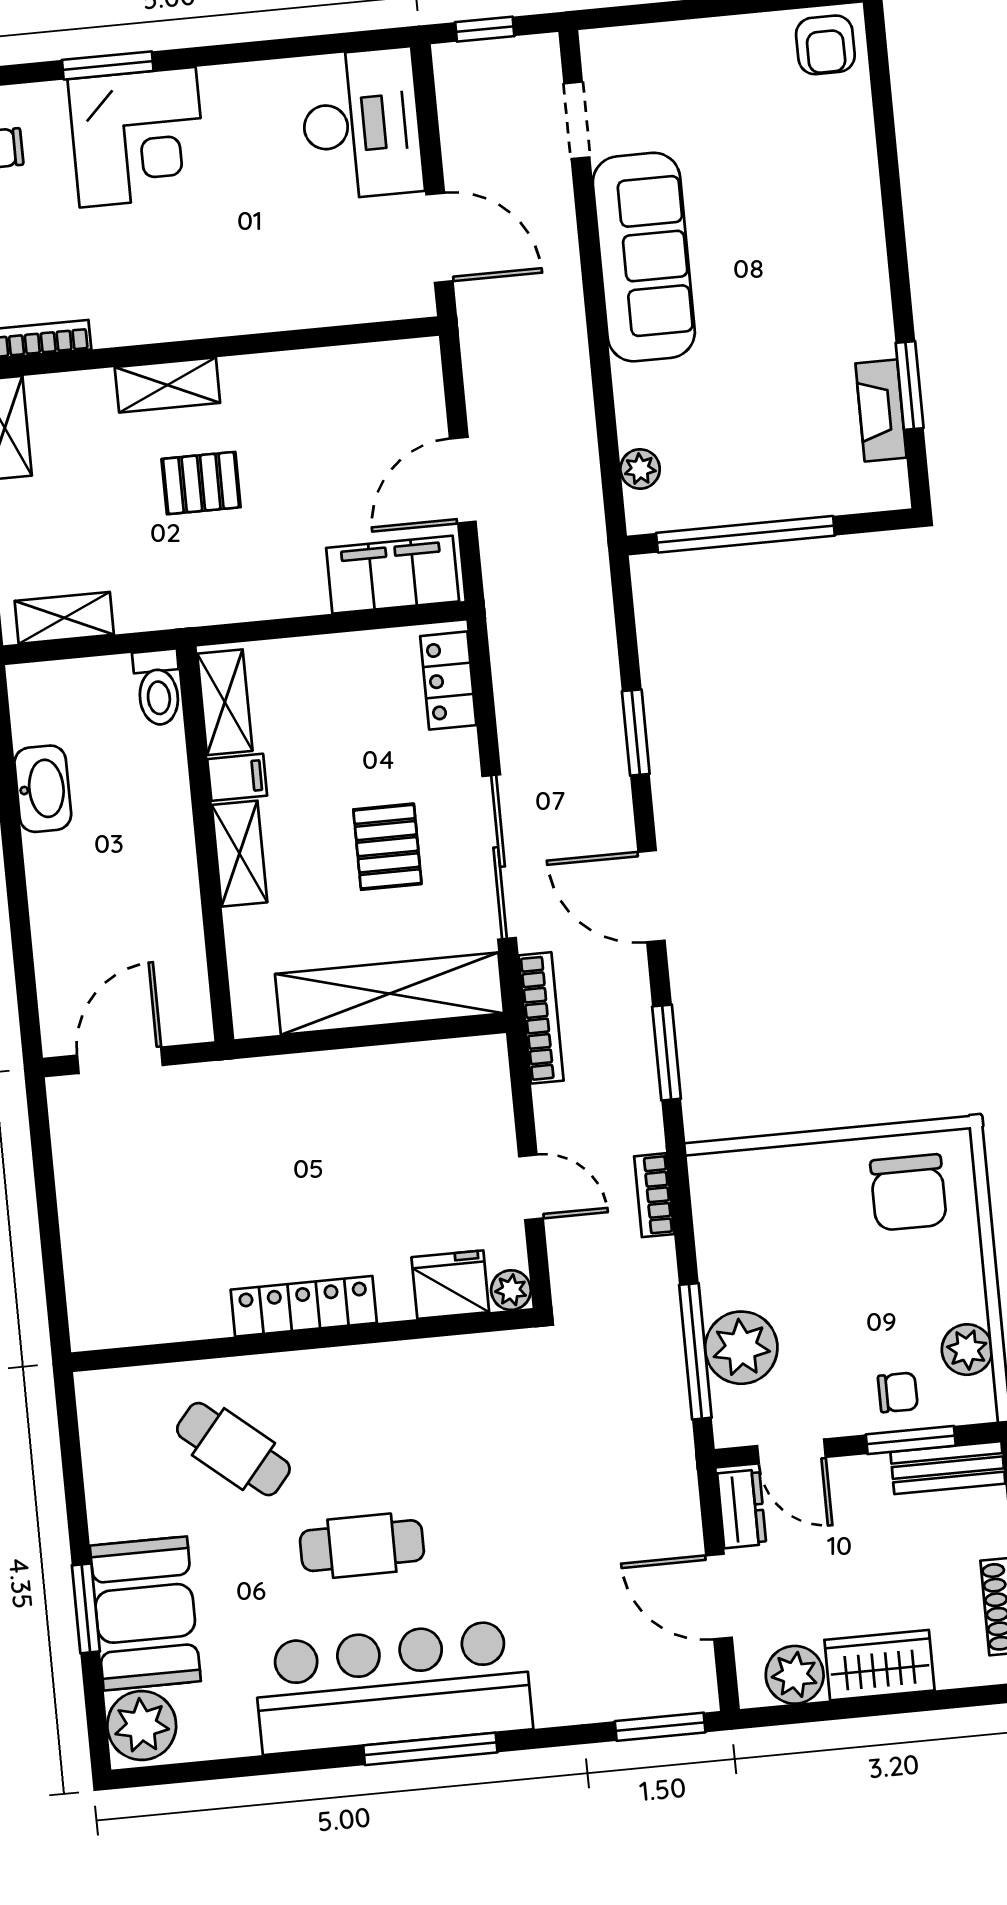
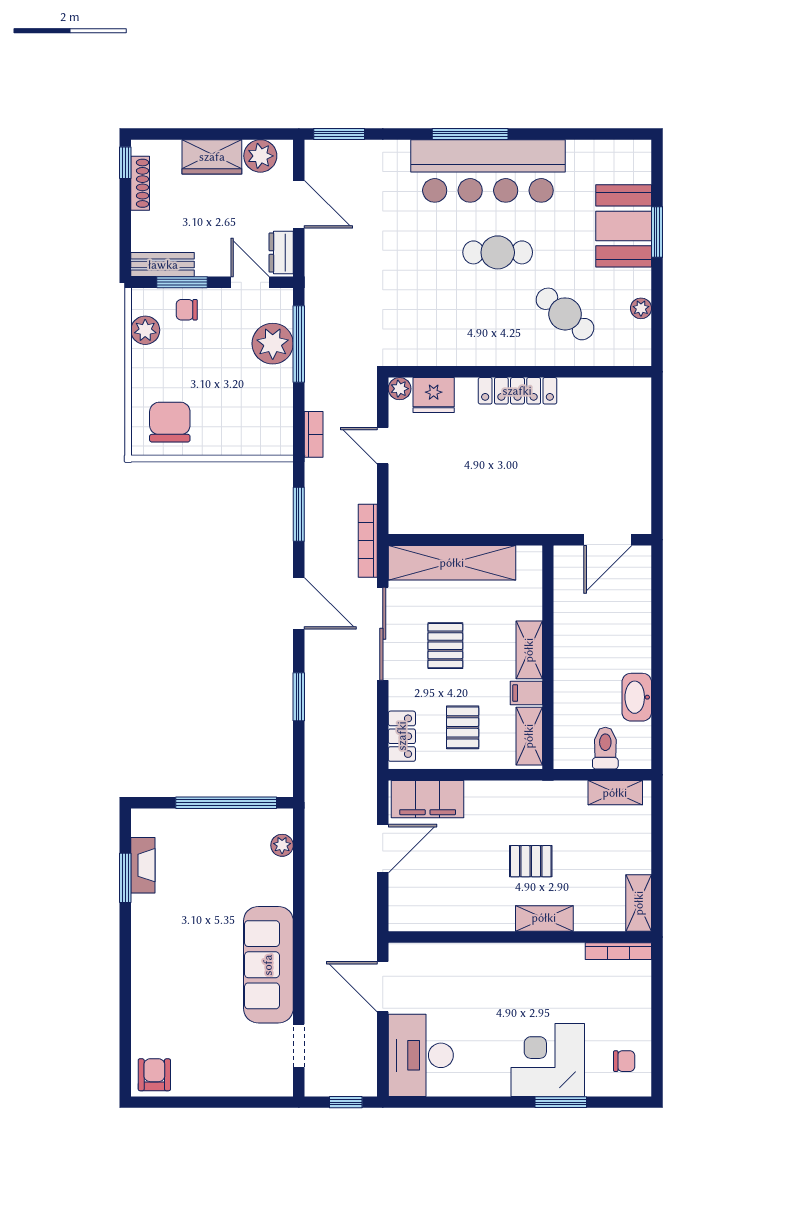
toilet: (158, 687) -> (605, 748), moved
pallet: (343, 706) -> (463, 727), added
plant: (142, 1725) -> (641, 308), moved, width x0.53, depth x0.53

